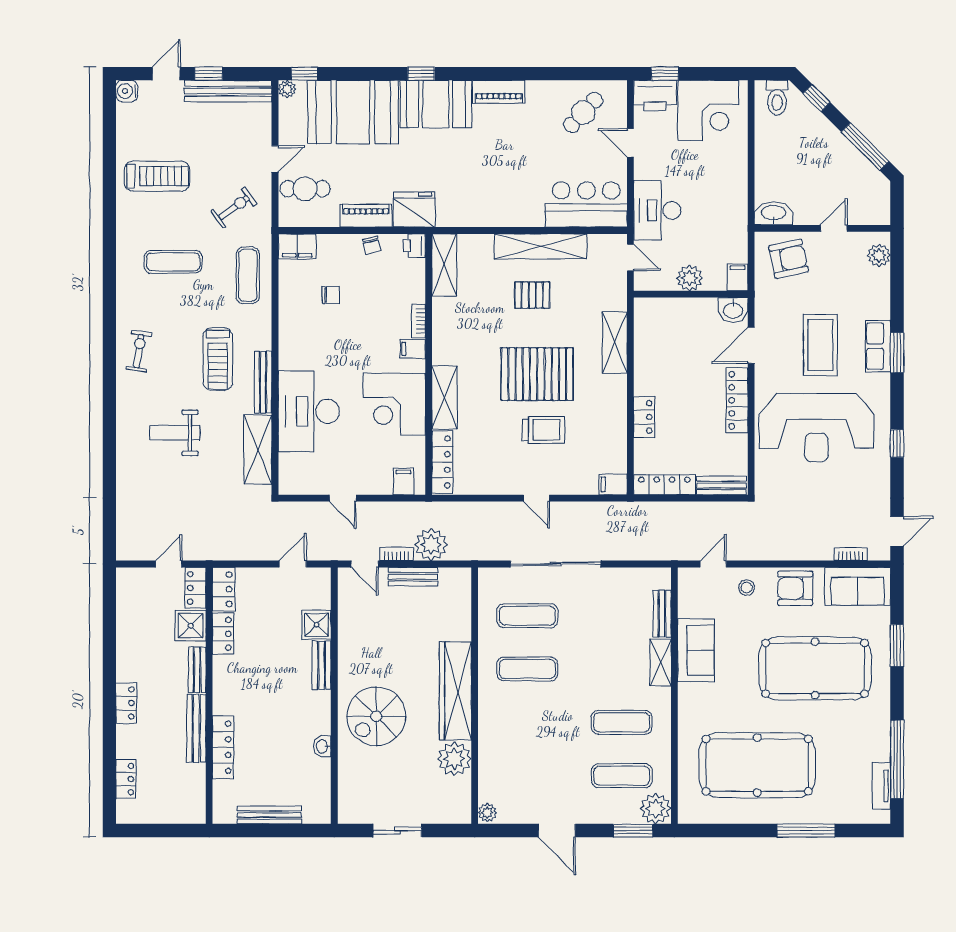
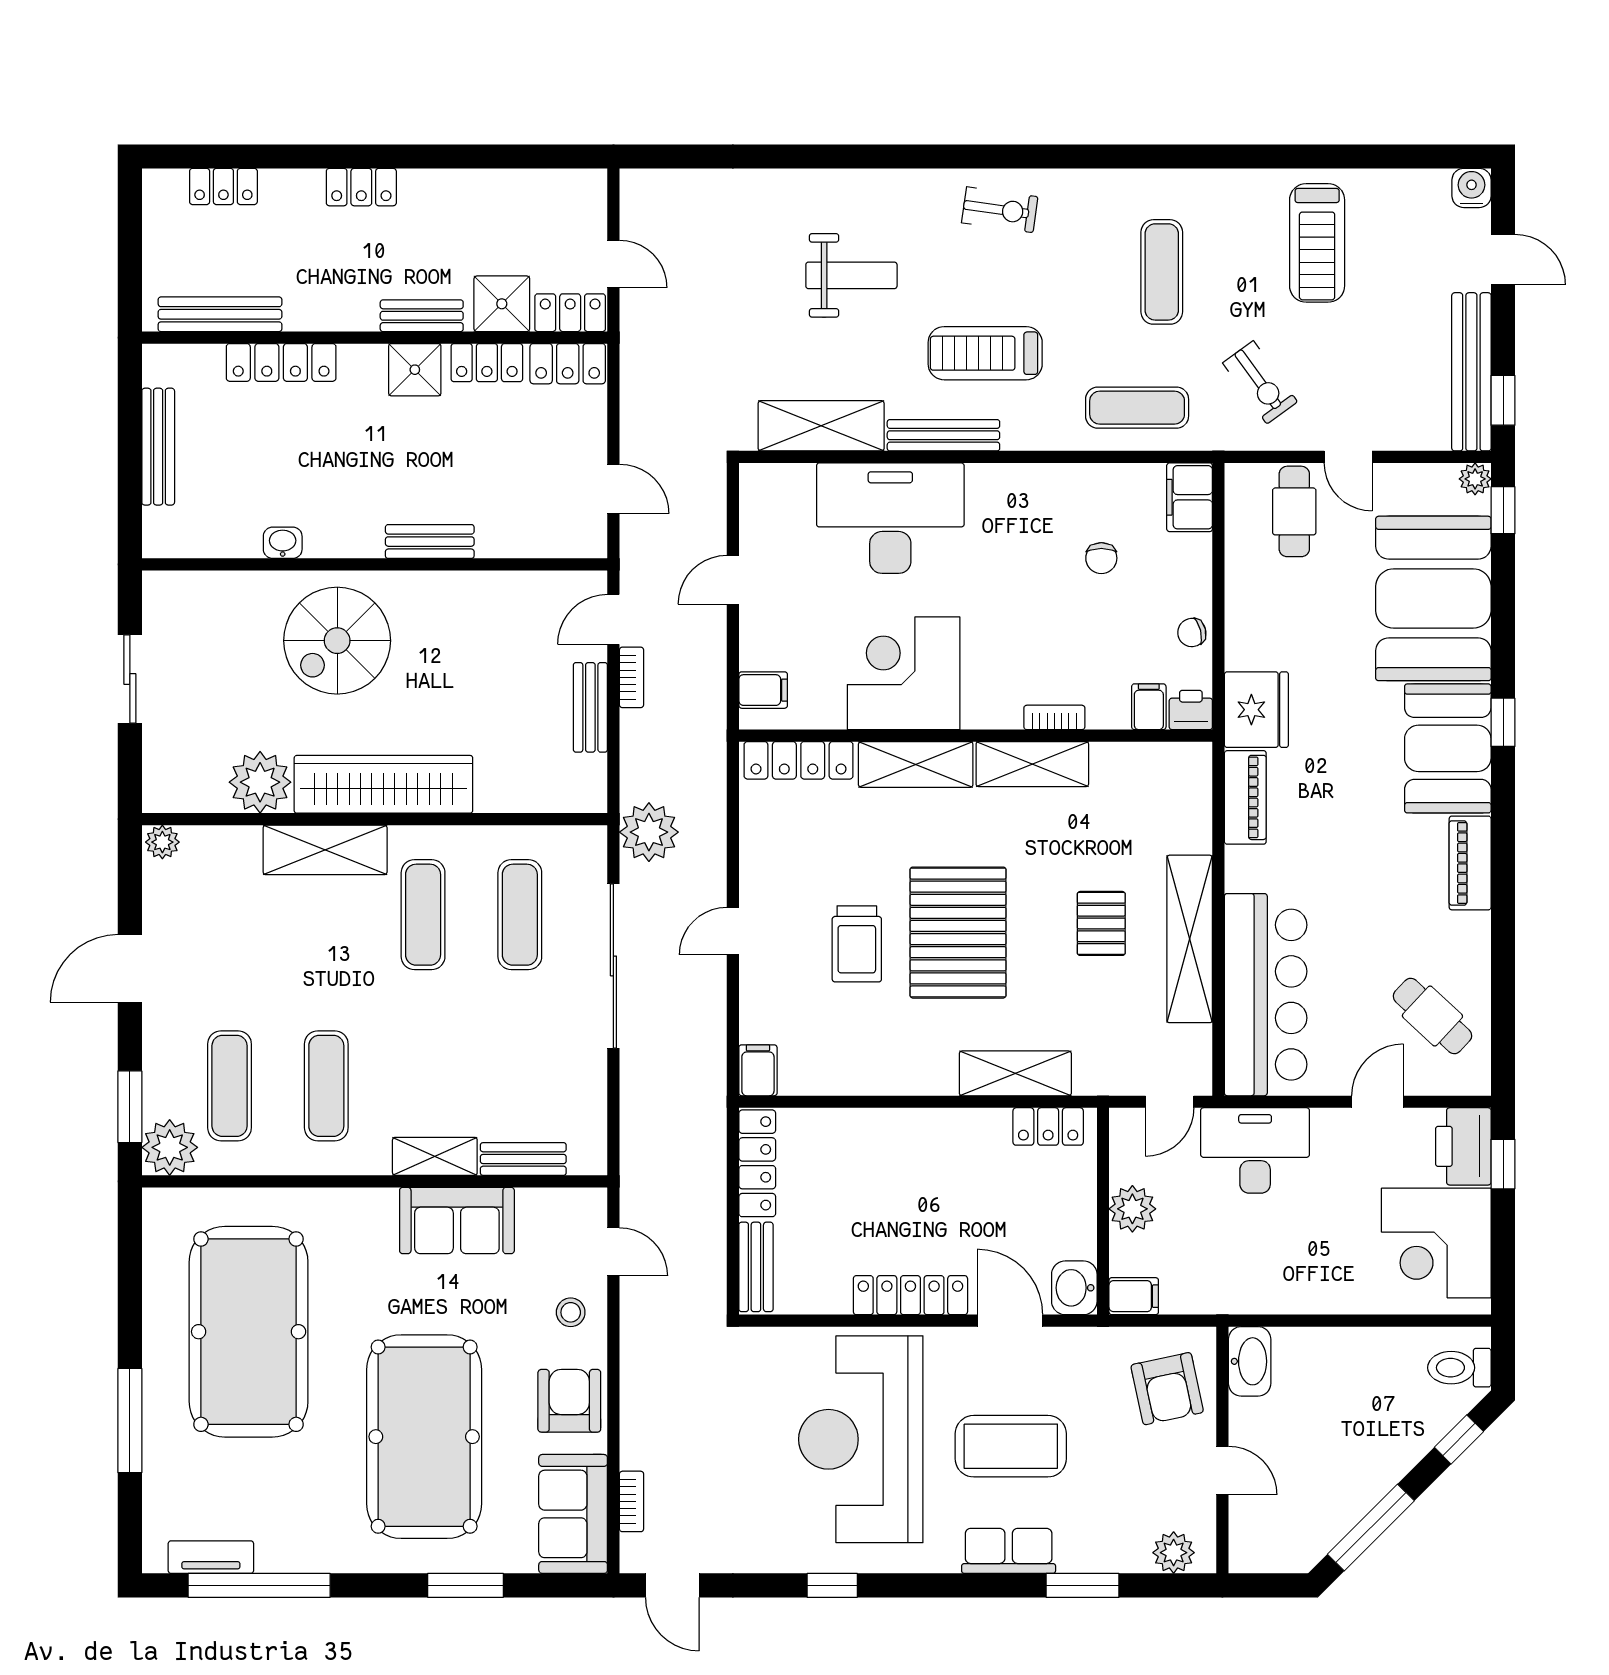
window: (209, 74) -> (1503, 400), moved
bar counter: (586, 205) -> (1266, 995), width x1.36
piano: (366, 216) -> (1245, 797), moved
shelving: (444, 265) -> (1032, 764), moved
filing cabinet: (413, 349) -> (1149, 707), moved
window: (897, 353) -> (1083, 1585), moved
locker: (644, 417) -> (1048, 1126), moved
weight bench: (175, 433) -> (851, 275), turned 90
plant: (431, 544) -> (649, 832), moved
shower: (317, 625) -> (415, 370), moved
spiral stairs: (376, 716) -> (337, 641), turned -90
shelving: (492, 723) -> (325, 850), added
bench: (196, 728) -> (220, 314), moved

